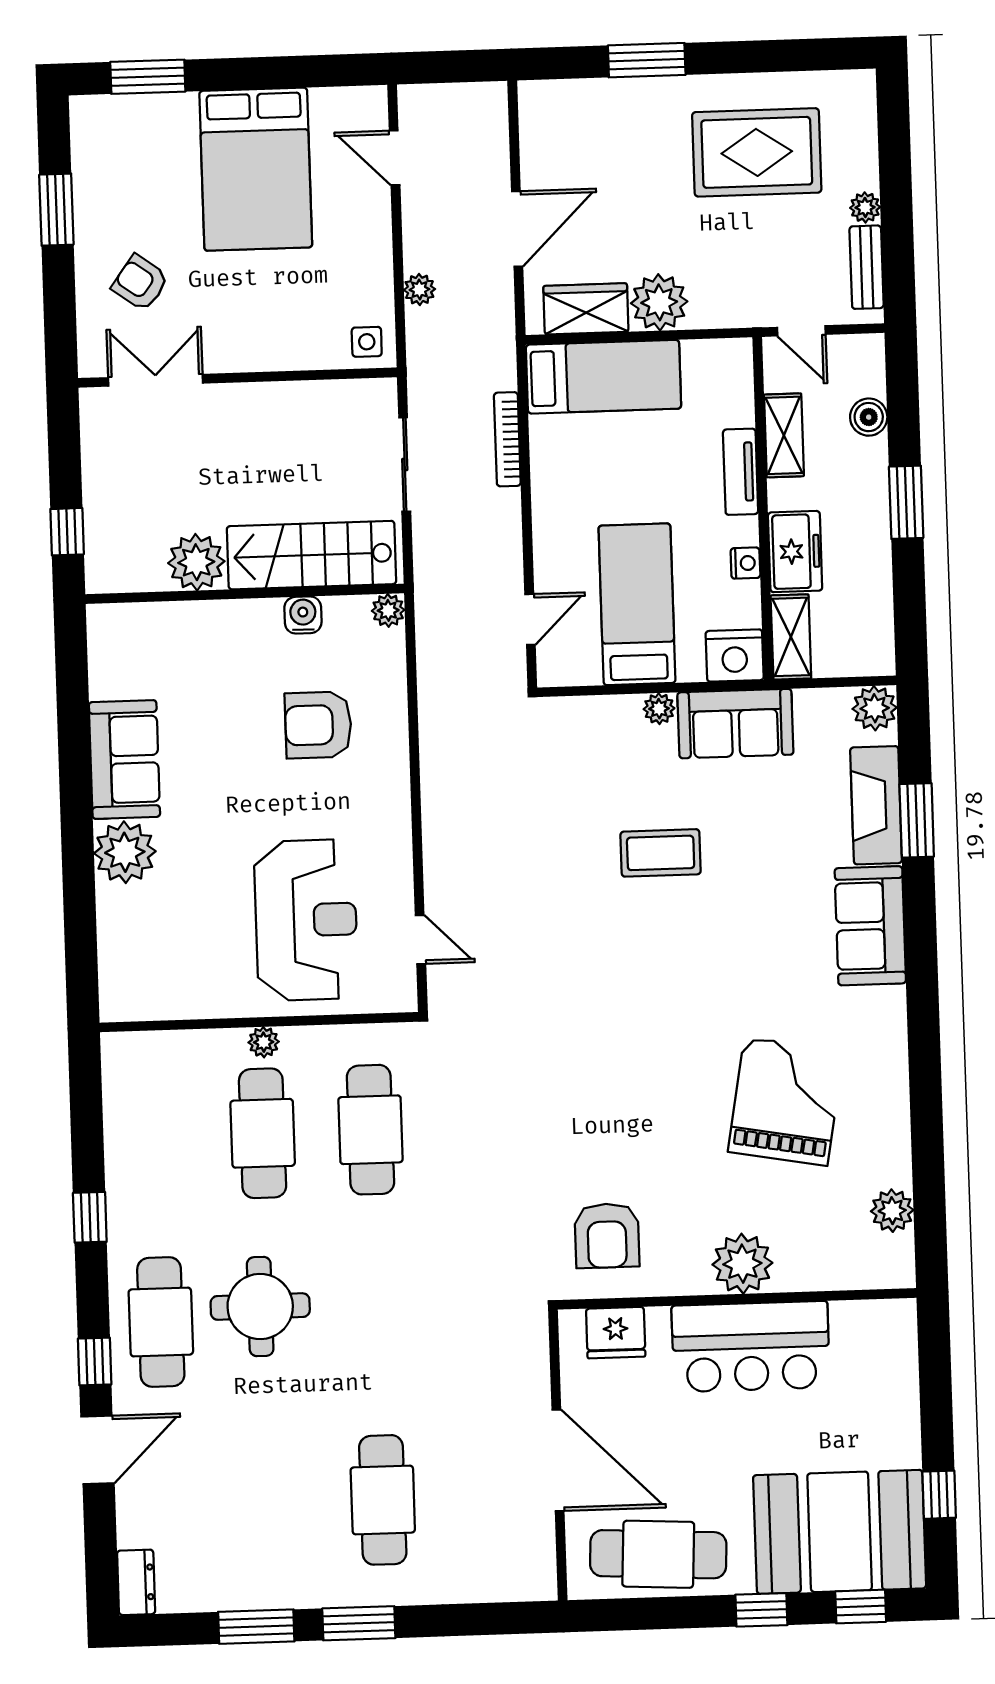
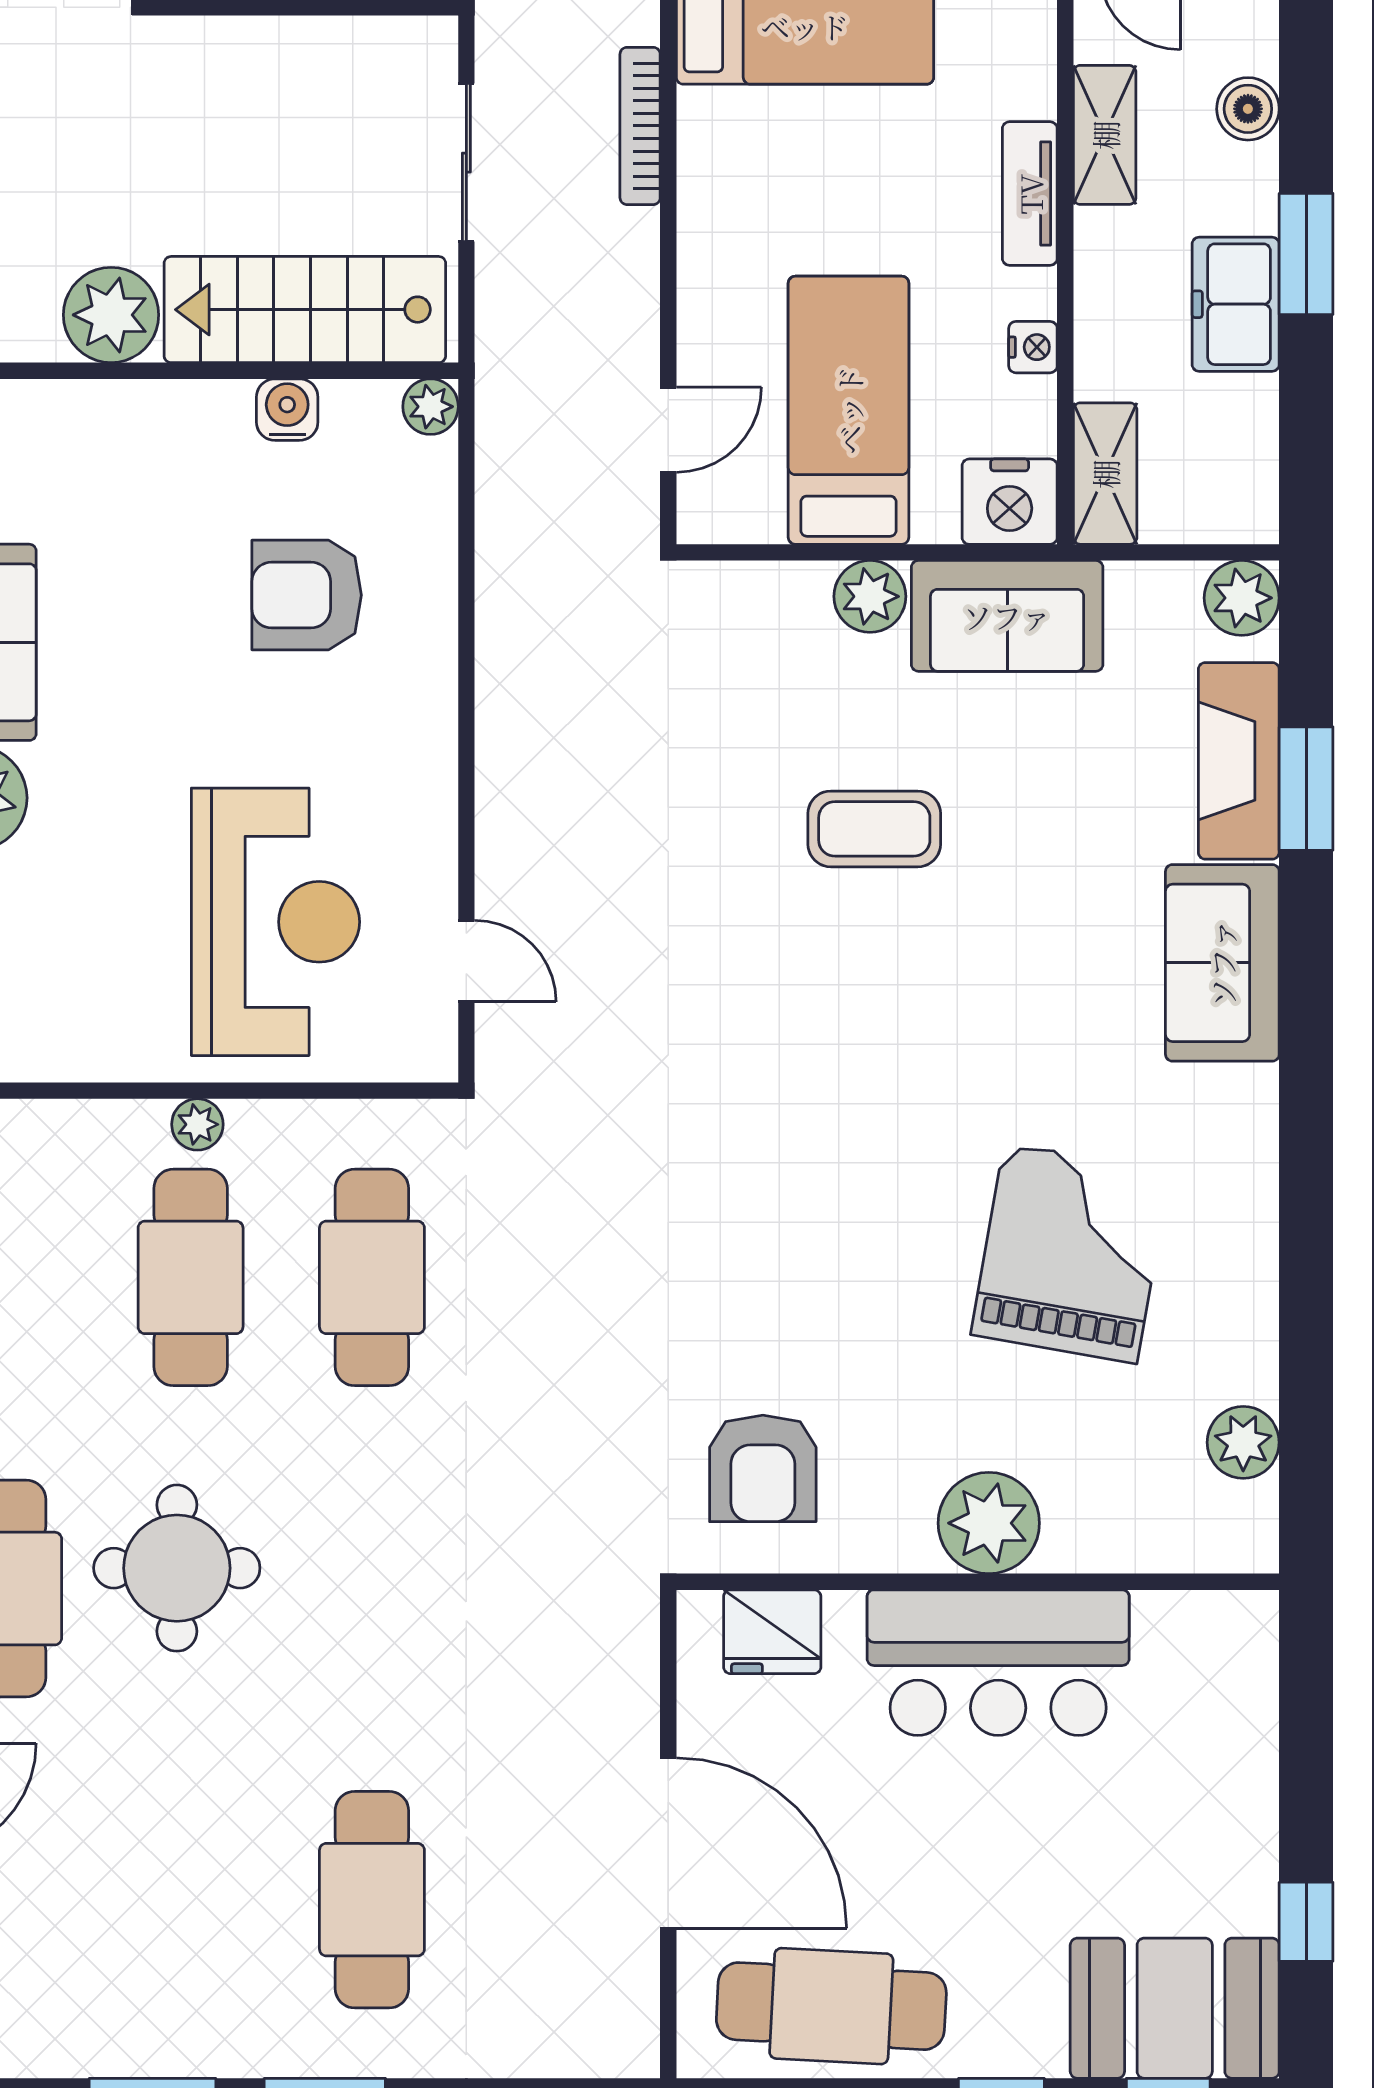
freezer: (795, 552) -> (1236, 304), moved, turned 180
plant: (659, 709) -> (870, 596), width x1.38, depth x1.38
booth: (840, 1532) -> (1175, 2008), width x0.73, depth x0.70

